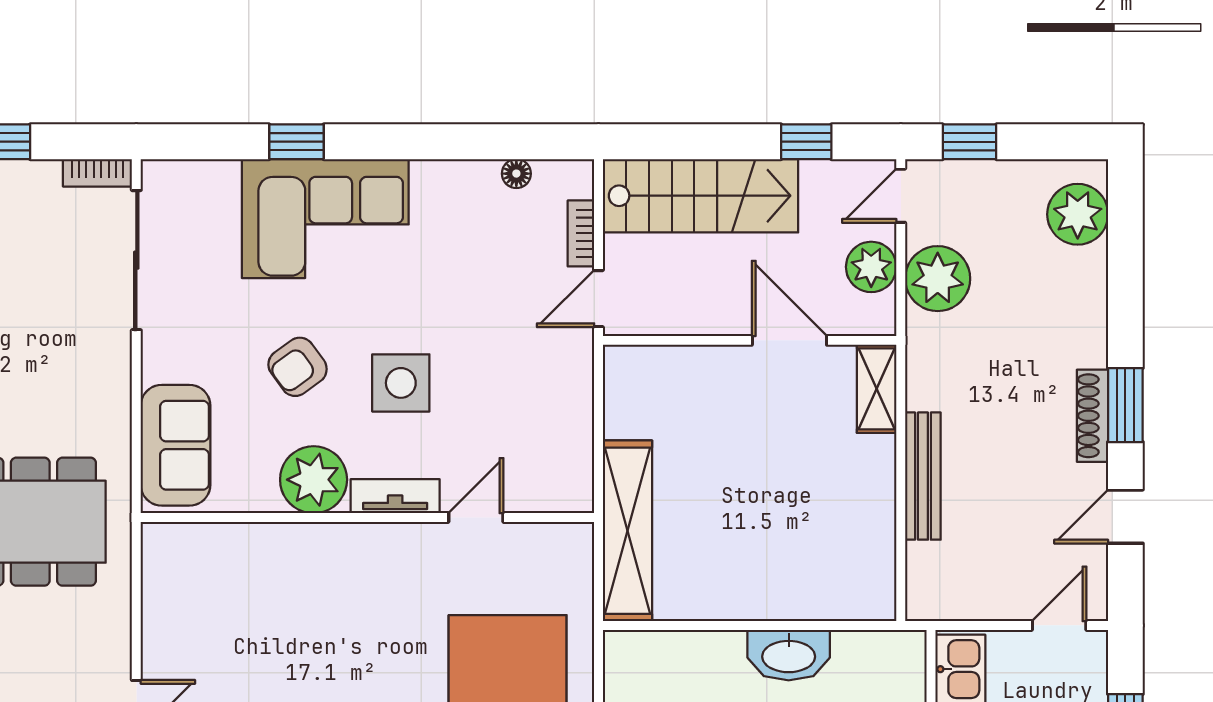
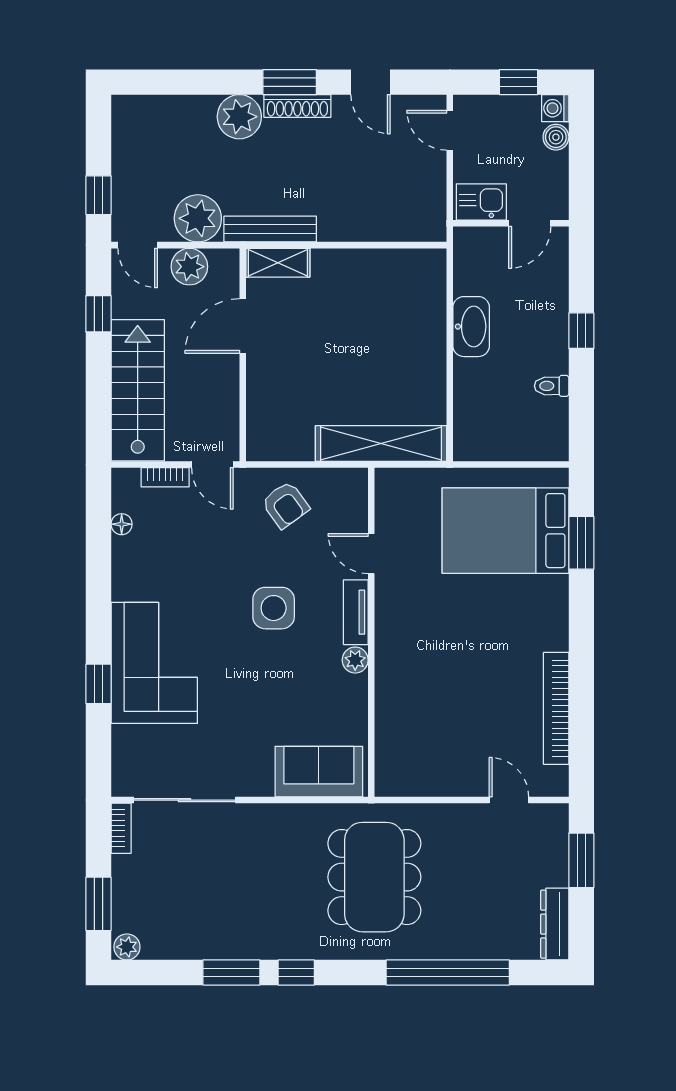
plant: (1078, 214) -> (239, 117), moved
armchair: (298, 367) -> (285, 505), moved
bench: (923, 476) -> (270, 229), moved
plant: (314, 480) -> (355, 660), width x0.53, depth x0.53

